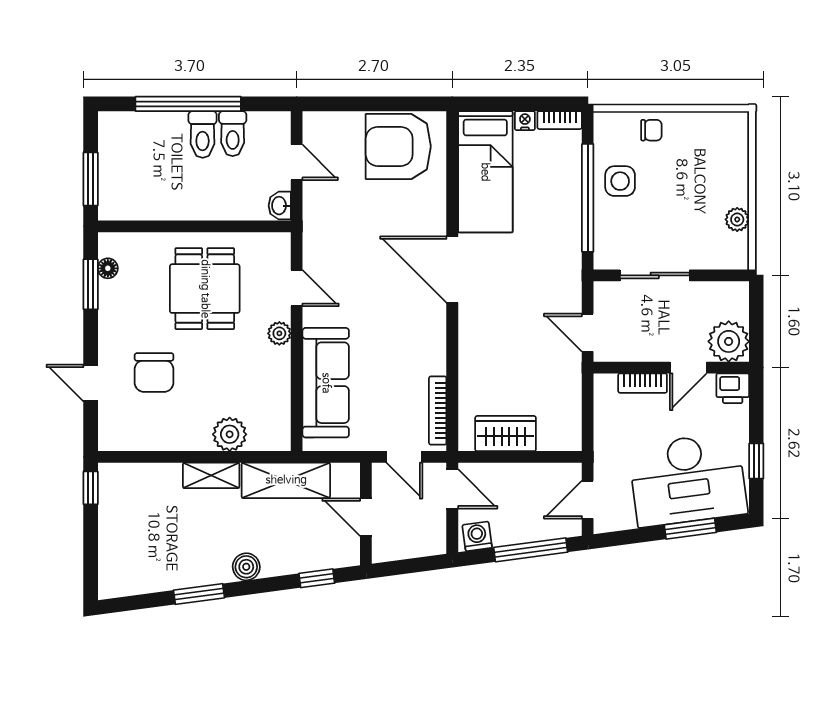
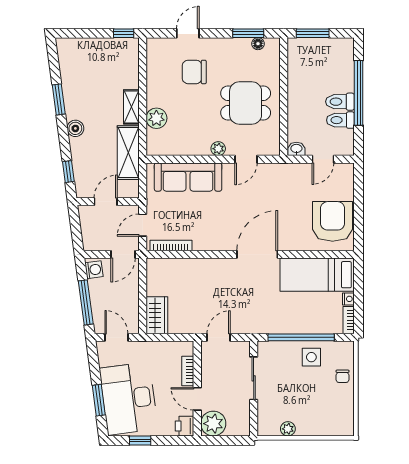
wardrobe: (506, 434) -> (157, 315), moved

